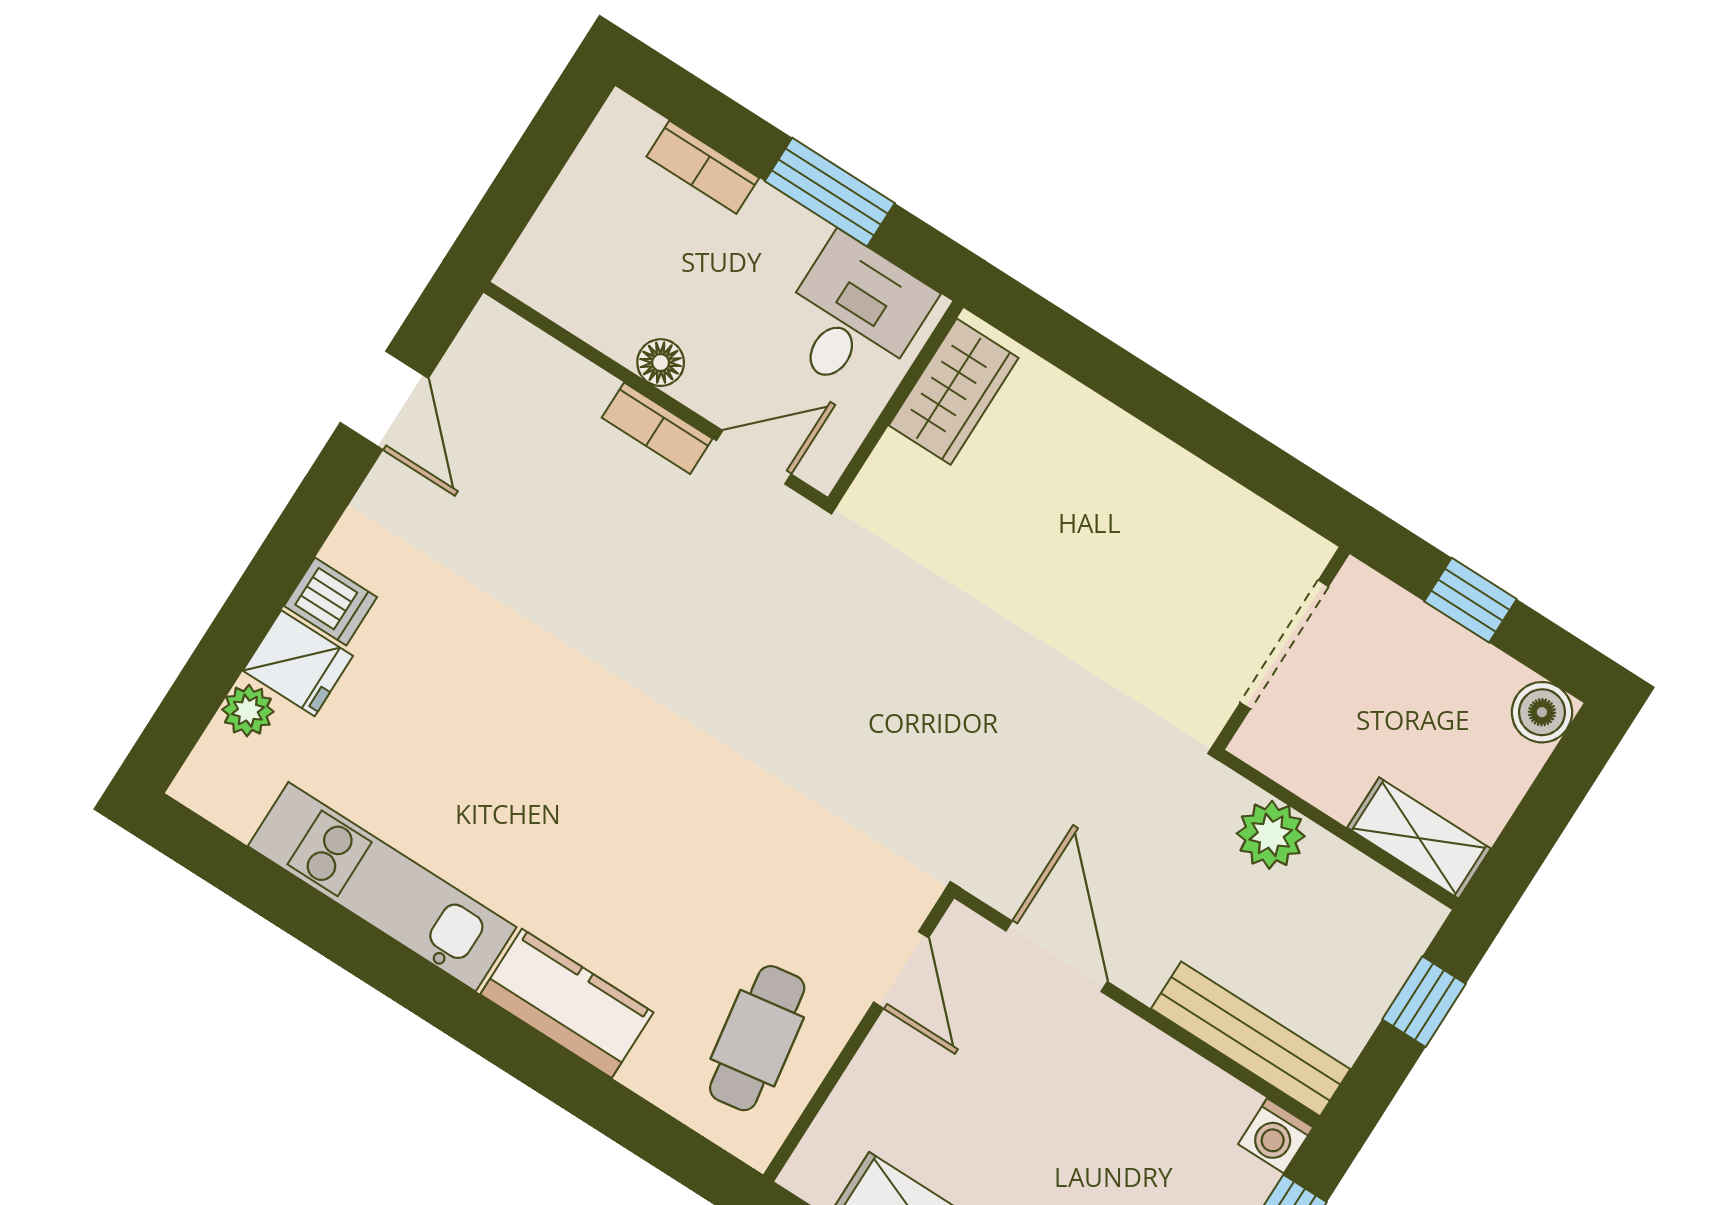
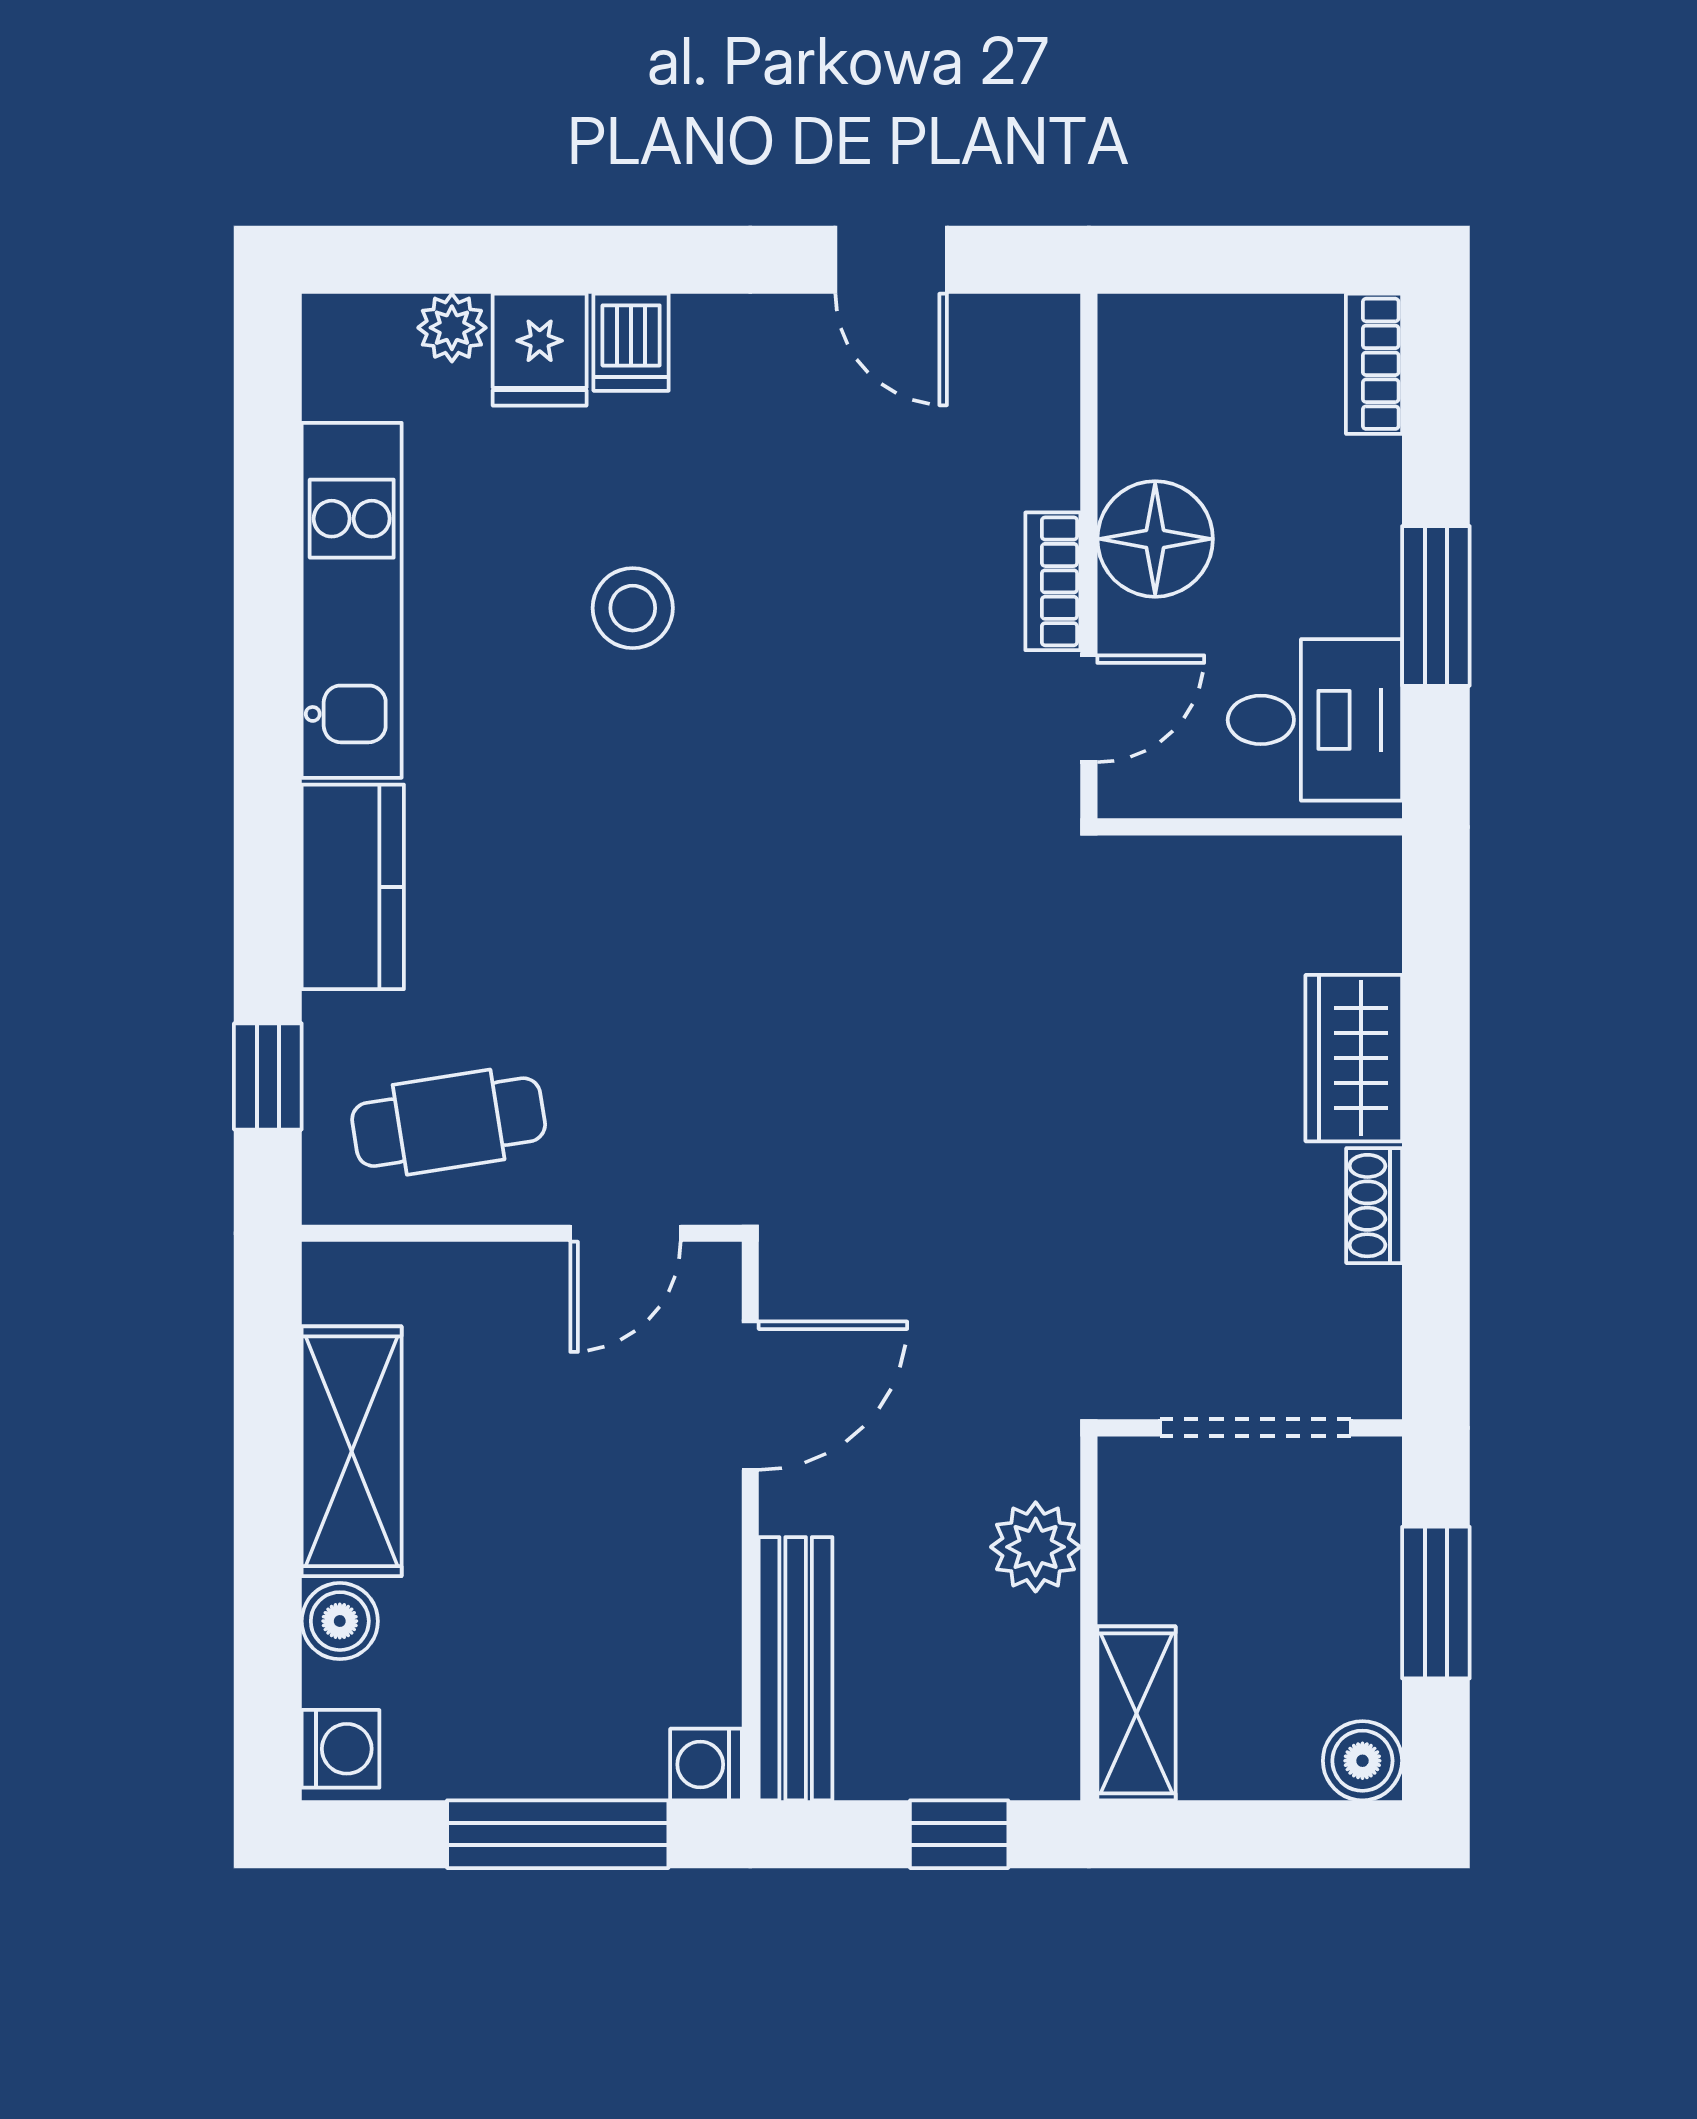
bookcase: (703, 167) -> (1374, 364), moved
floor lamp: (661, 363) -> (1155, 539), width x1.89, depth x1.89
wardrobe: (954, 392) -> (1354, 1058), moved, turned 90
door: (384, 400) -> (891, 260), hinge flipped
door: (754, 457) -> (1089, 709), hinge flipped
shoe rack: (1190, 477) -> (1374, 1206), added
window: (1470, 600) -> (1436, 1603), width x1.50
stool: (502, 709) -> (633, 608), added
window: (654, 1136) -> (268, 1076), added

